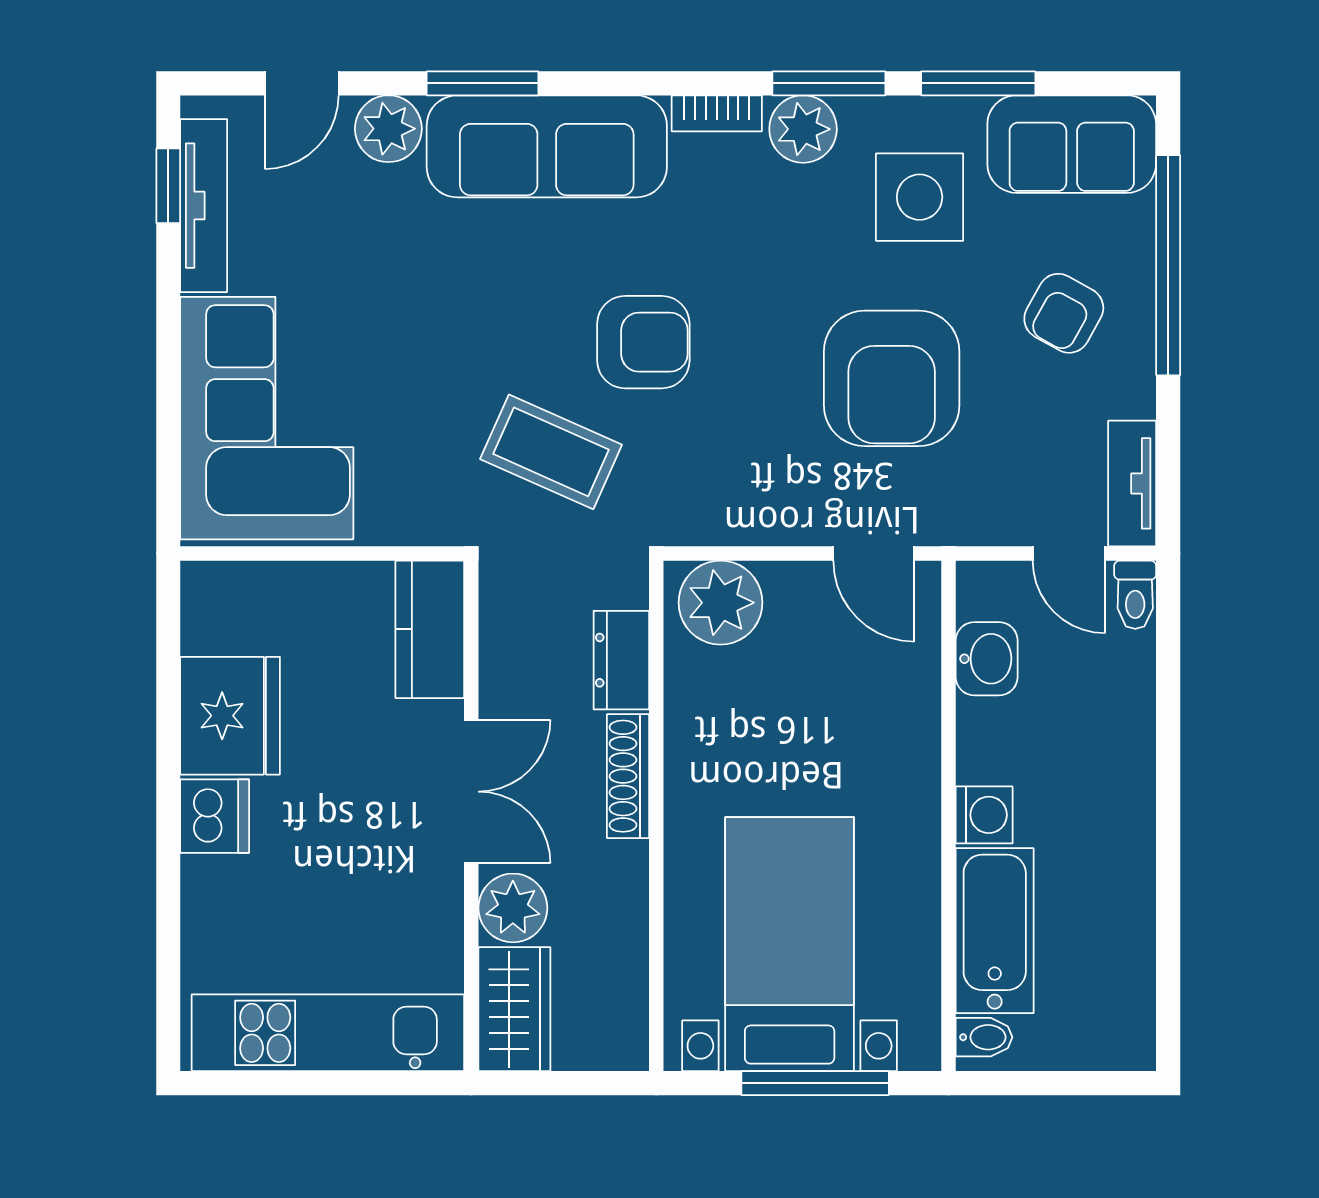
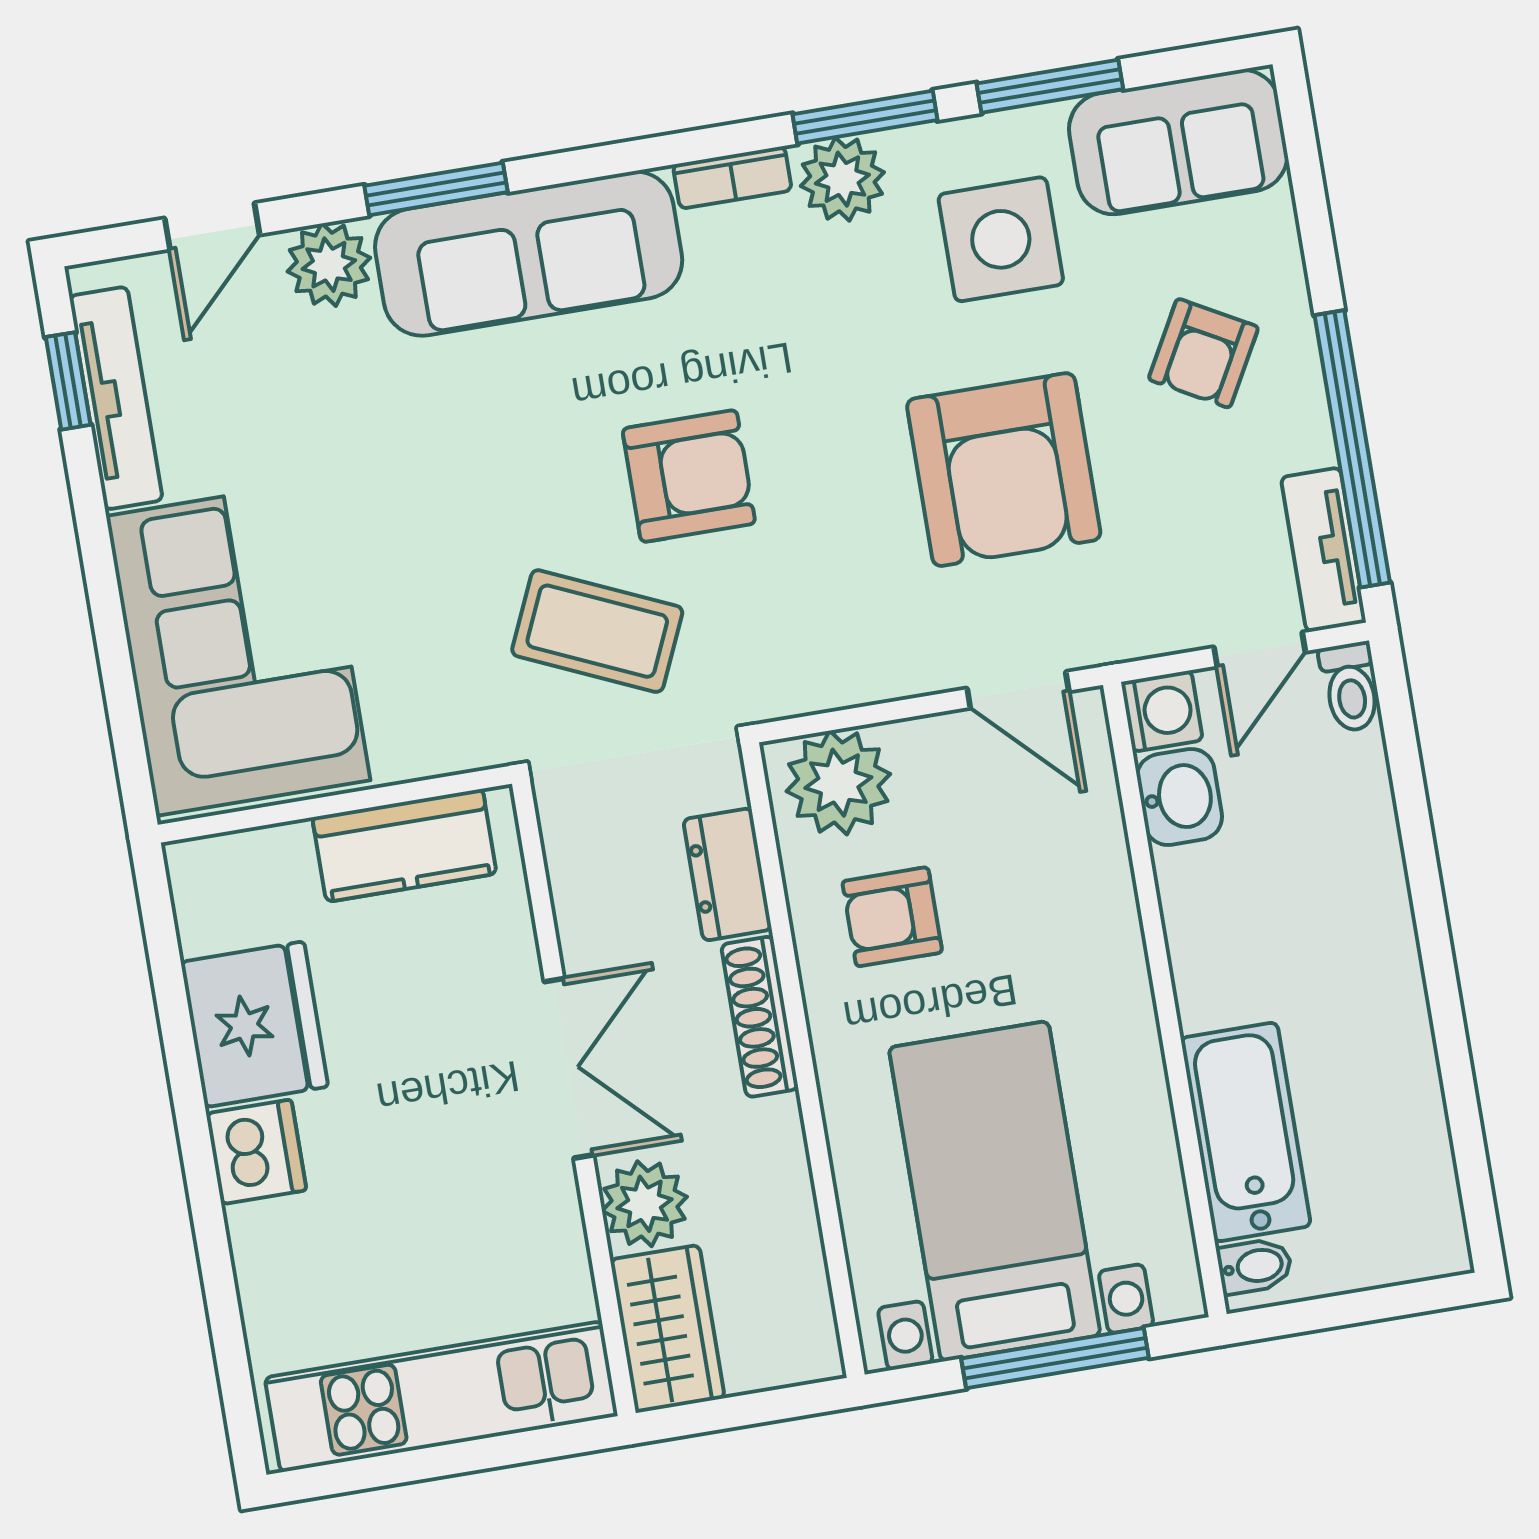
window: (1168, 265) -> (1352, 449), moved
door: (1069, 553) -> (1260, 650), hinge flipped
kitchen counter: (430, 629) -> (404, 845), moved, turned -90
armchair: (745, 715) -> (892, 917), added
washing machine: (984, 815) -> (1162, 711), moved

